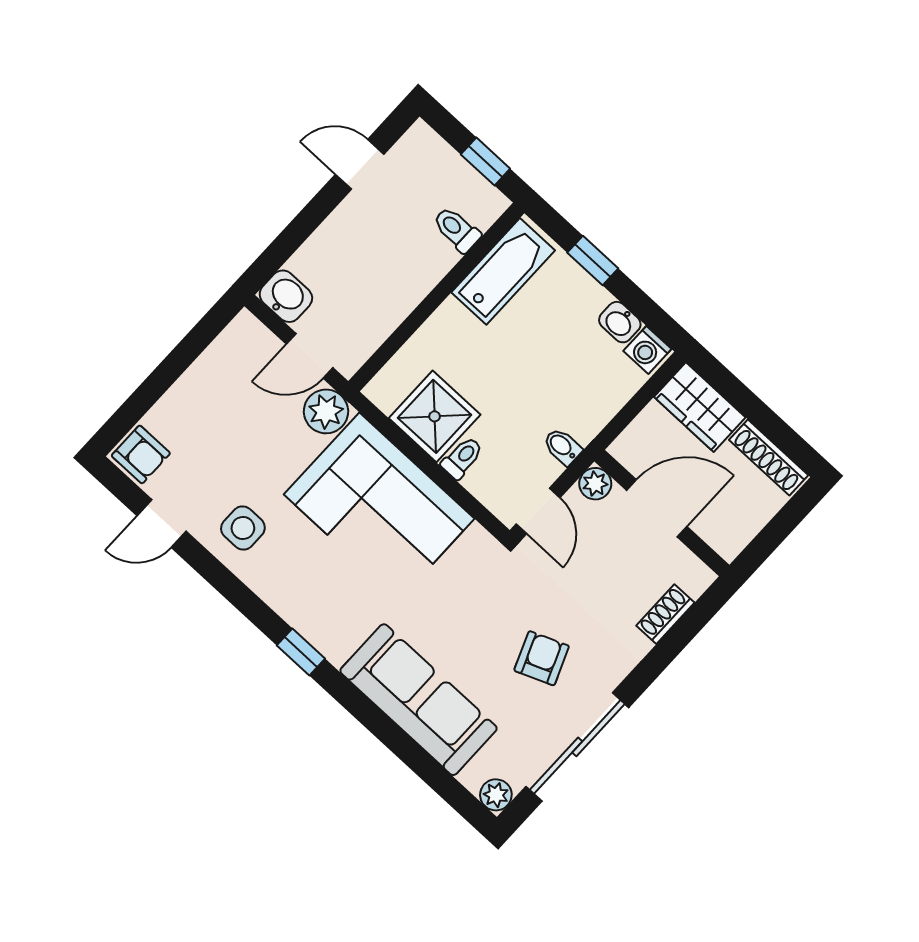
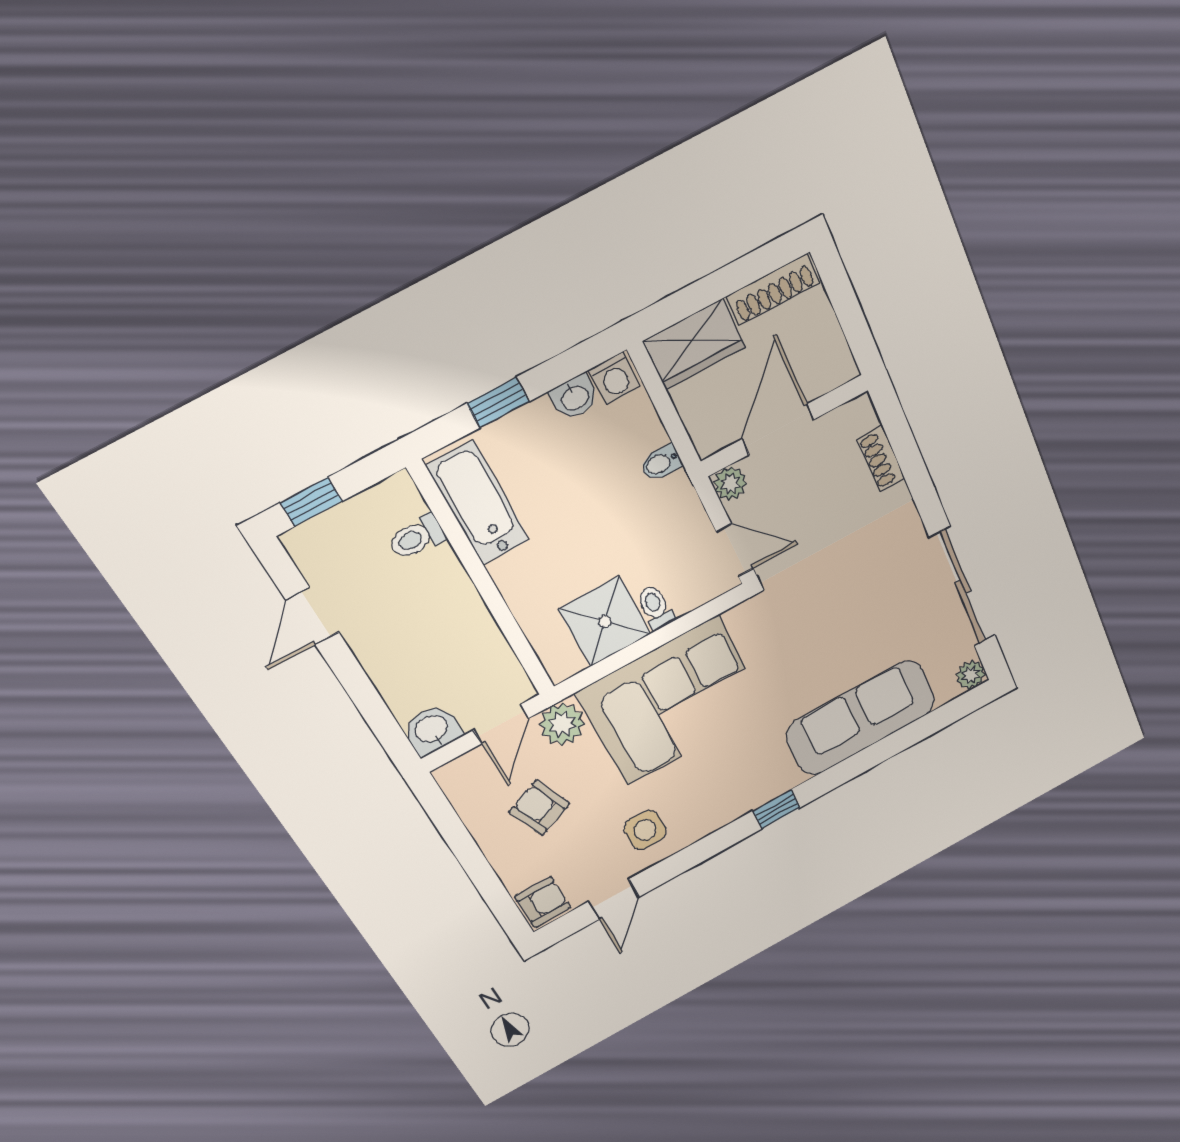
window: (485, 161) -> (311, 502), moved
bidet: (562, 447) -> (661, 463), moved
armchair: (542, 658) -> (539, 808), moved

